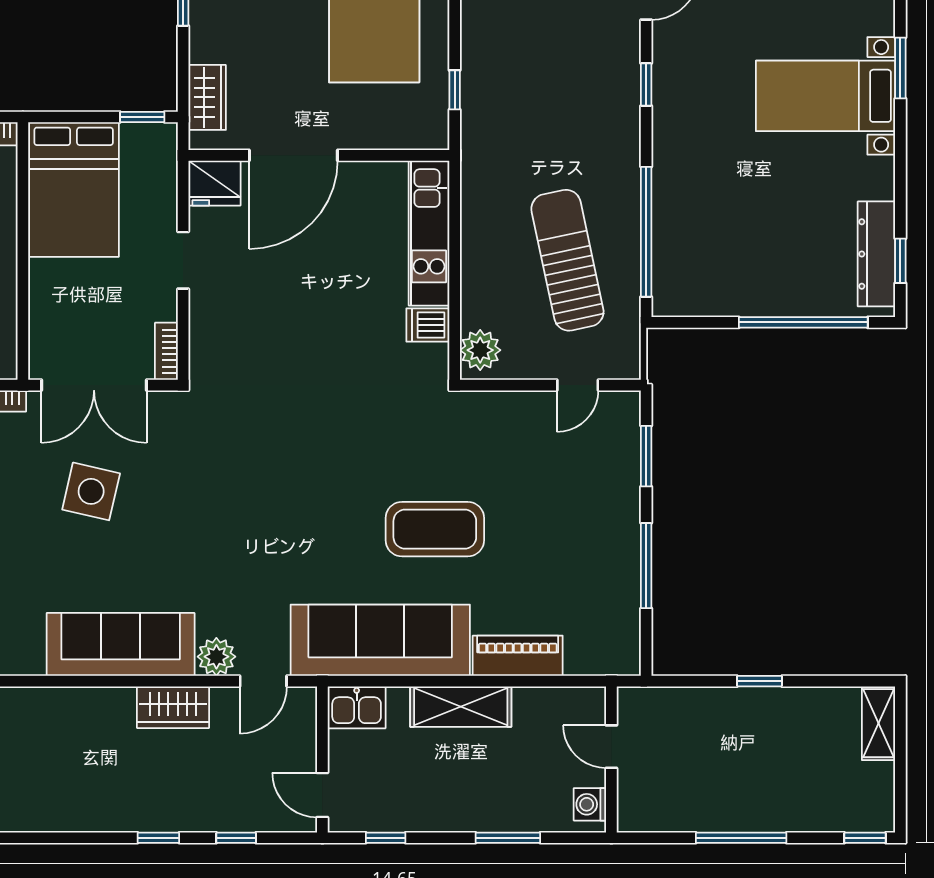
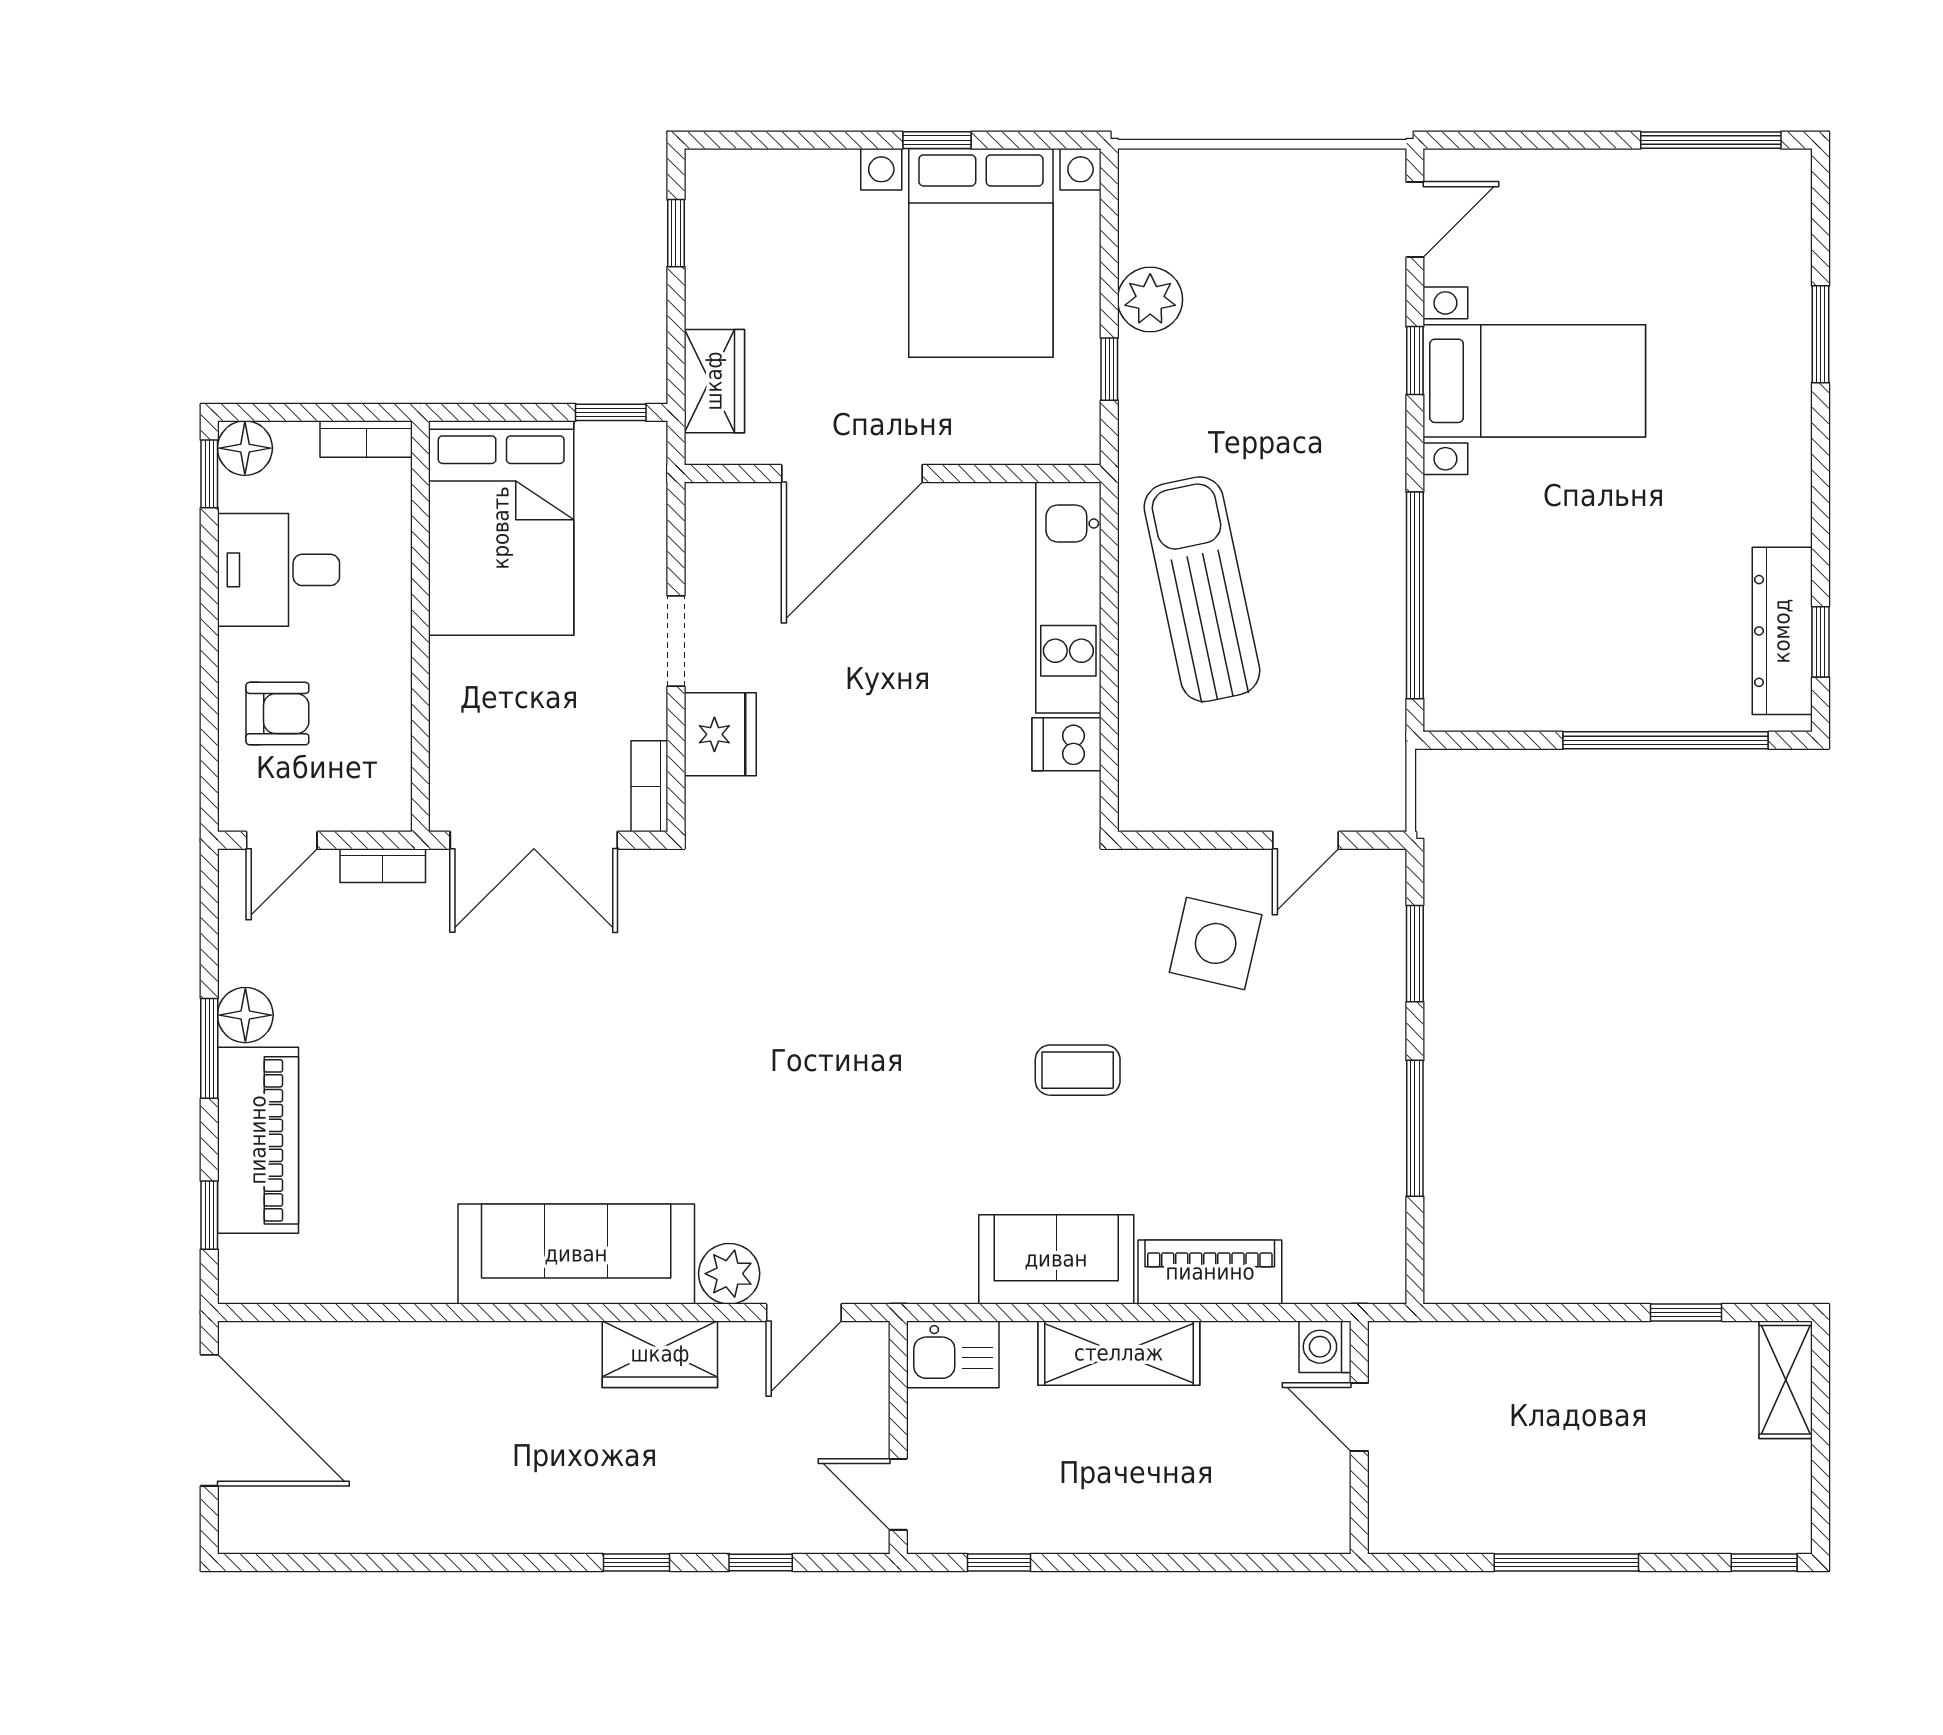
bed with nightstands: (825, 96) -> (1534, 381), moved, turned 180
fridge: (214, 183) -> (720, 734), moved, turned -90
sun lounger: (567, 260) -> (1202, 589), moved
plant: (480, 350) -> (1150, 300), moved
side table: (91, 491) -> (1216, 943), moved
coffee table: (435, 529) -> (1078, 1070), width x0.54, depth x0.58
sofa: (380, 640) -> (1056, 1259), width x0.54, depth x0.79
window: (760, 681) -> (1686, 1312), moved
washing machine: (590, 804) -> (1325, 1347), moved
window: (508, 838) -> (1194, 1563), removed

